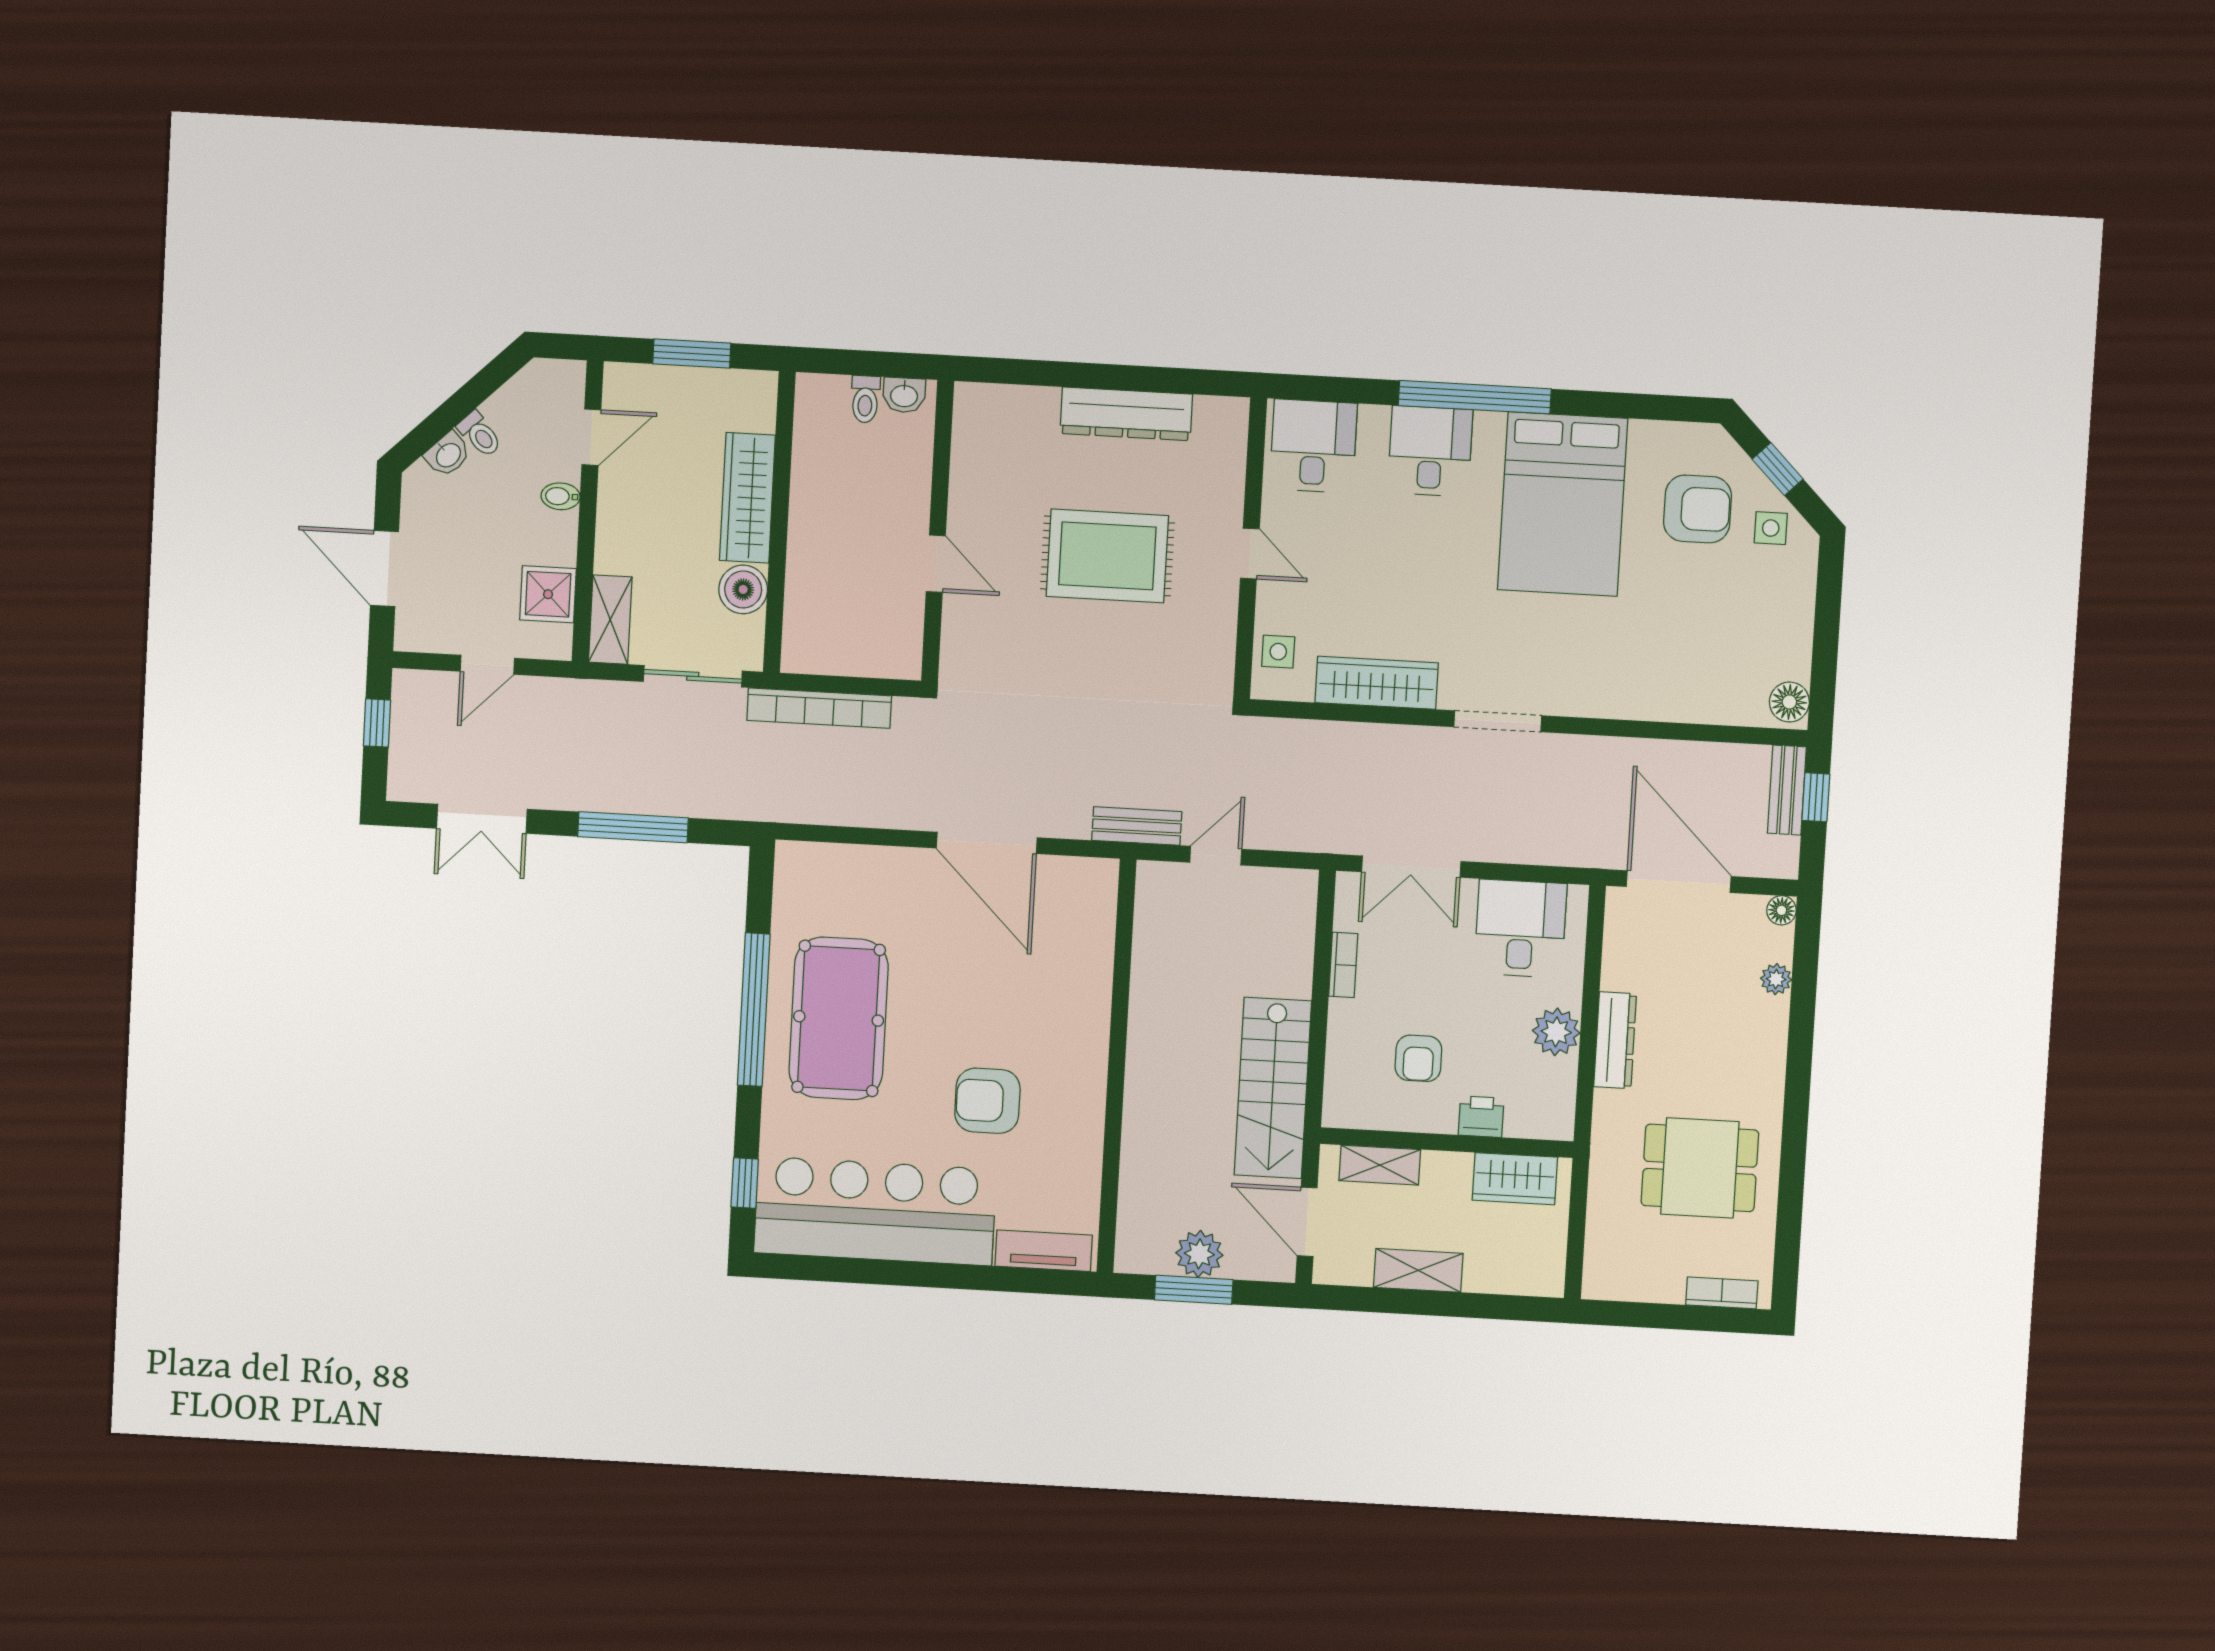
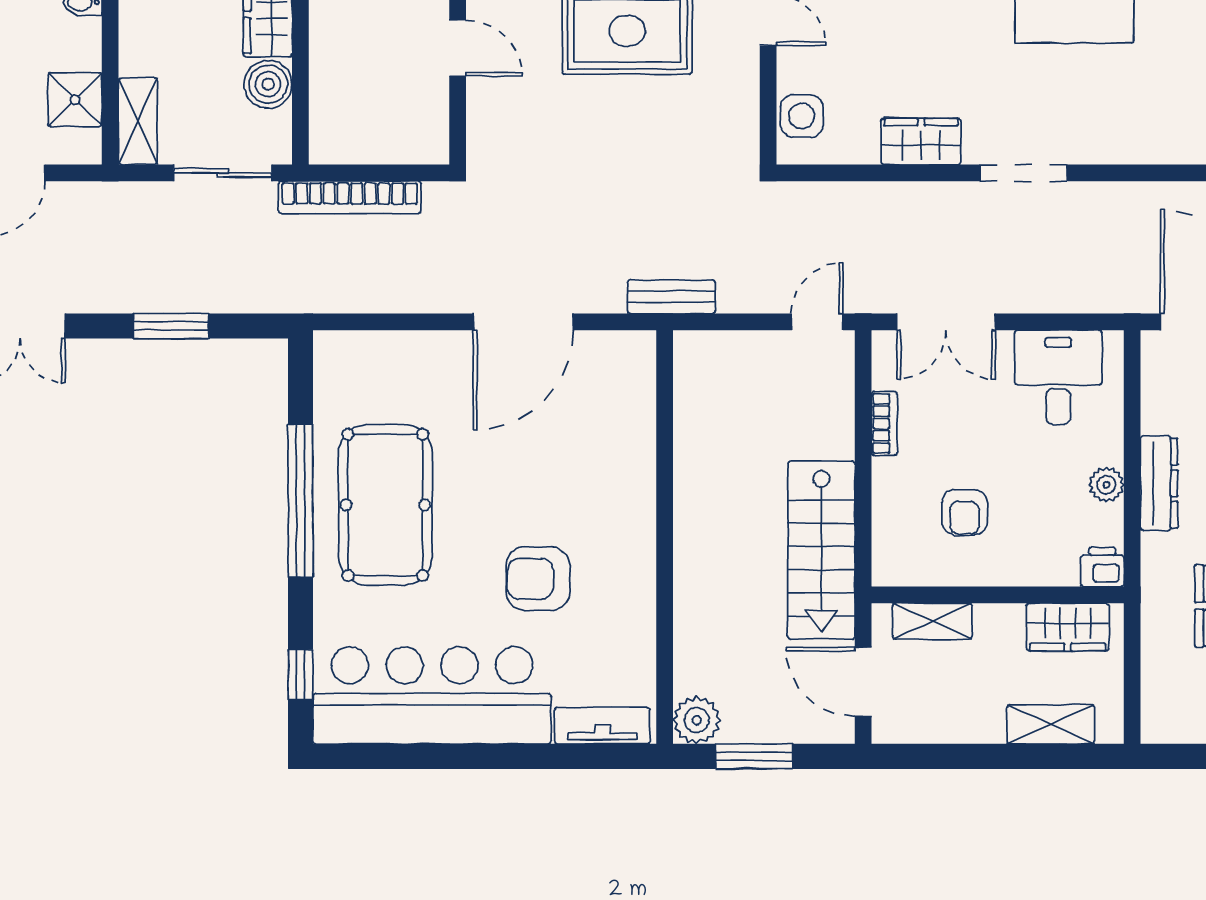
side table: (1278, 652) -> (802, 116), width x1.37, depth x1.37
wardrobe: (1377, 683) -> (921, 141), width x0.67
window: (633, 827) -> (171, 326), width x0.69
door: (987, 843) -> (523, 322), hinge flipped
door: (1216, 856) -> (817, 322), moved
plant: (1556, 1032) -> (1106, 485), width x0.73, depth x0.73
printer: (1481, 1117) -> (1102, 567), moved
plant: (1199, 1254) -> (697, 720), moved
shelving: (1418, 1270) -> (1051, 724), moved

